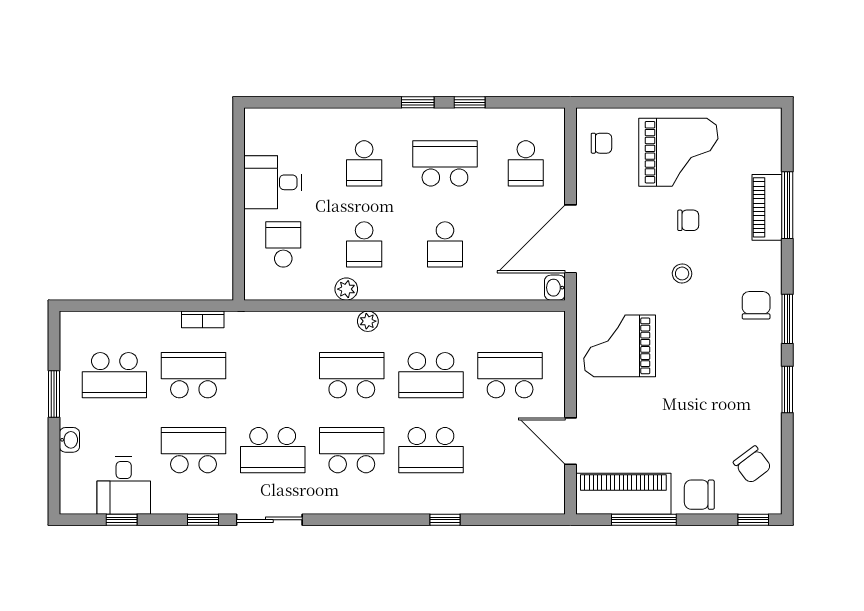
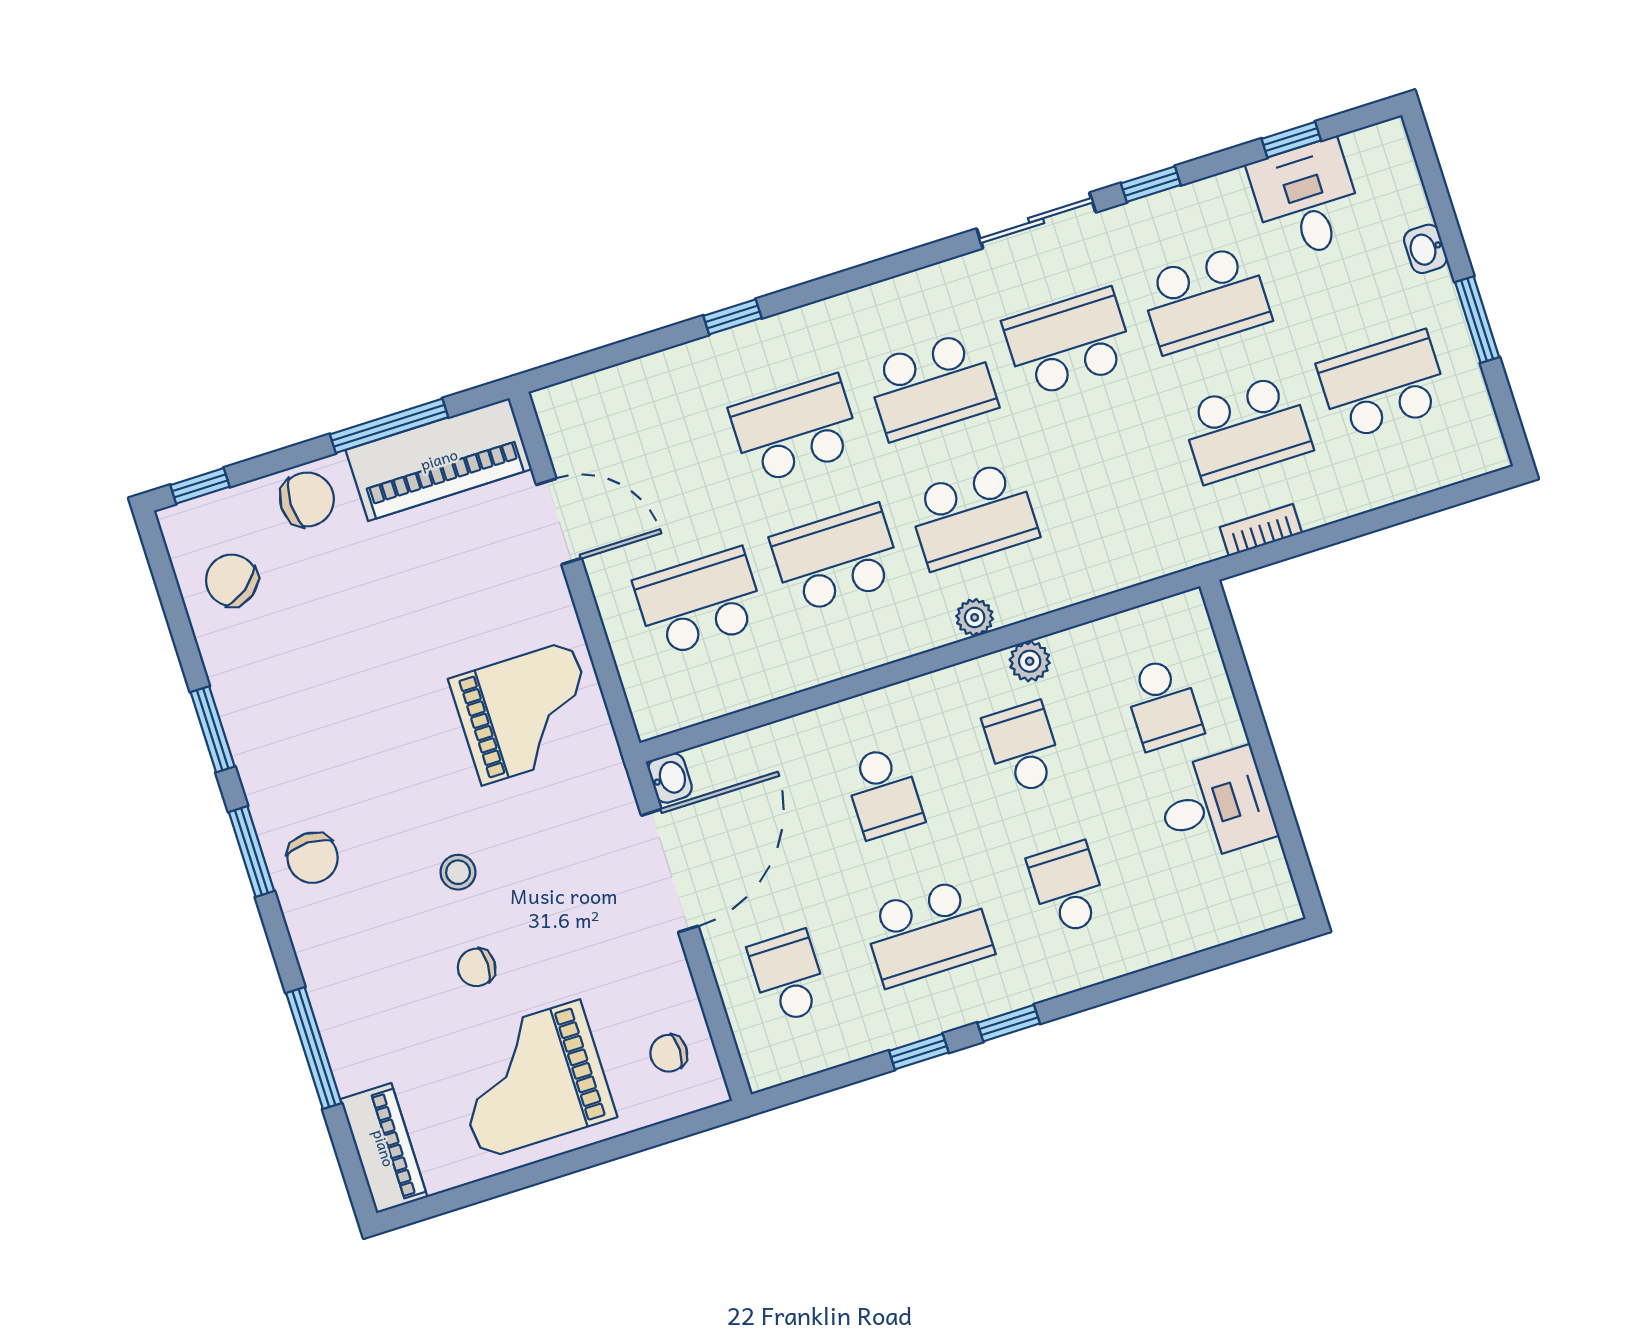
piano: (767, 207) -> (384, 1148), moved
school desk: (445, 244) -> (884, 792), turned 180
school desk: (510, 375) -> (699, 602), turned 180

